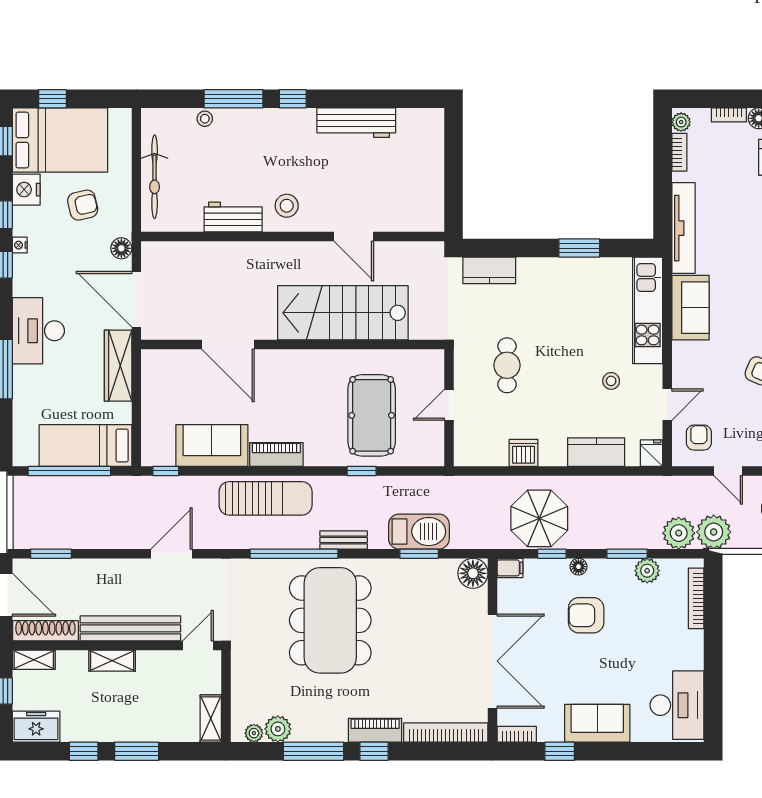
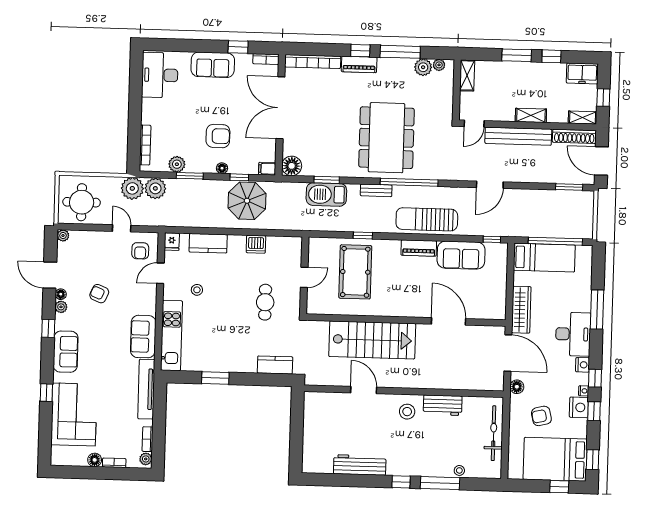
nightstand: (26, 190) -> (579, 407), moved
nightstand: (23, 285) -> (583, 365), added

